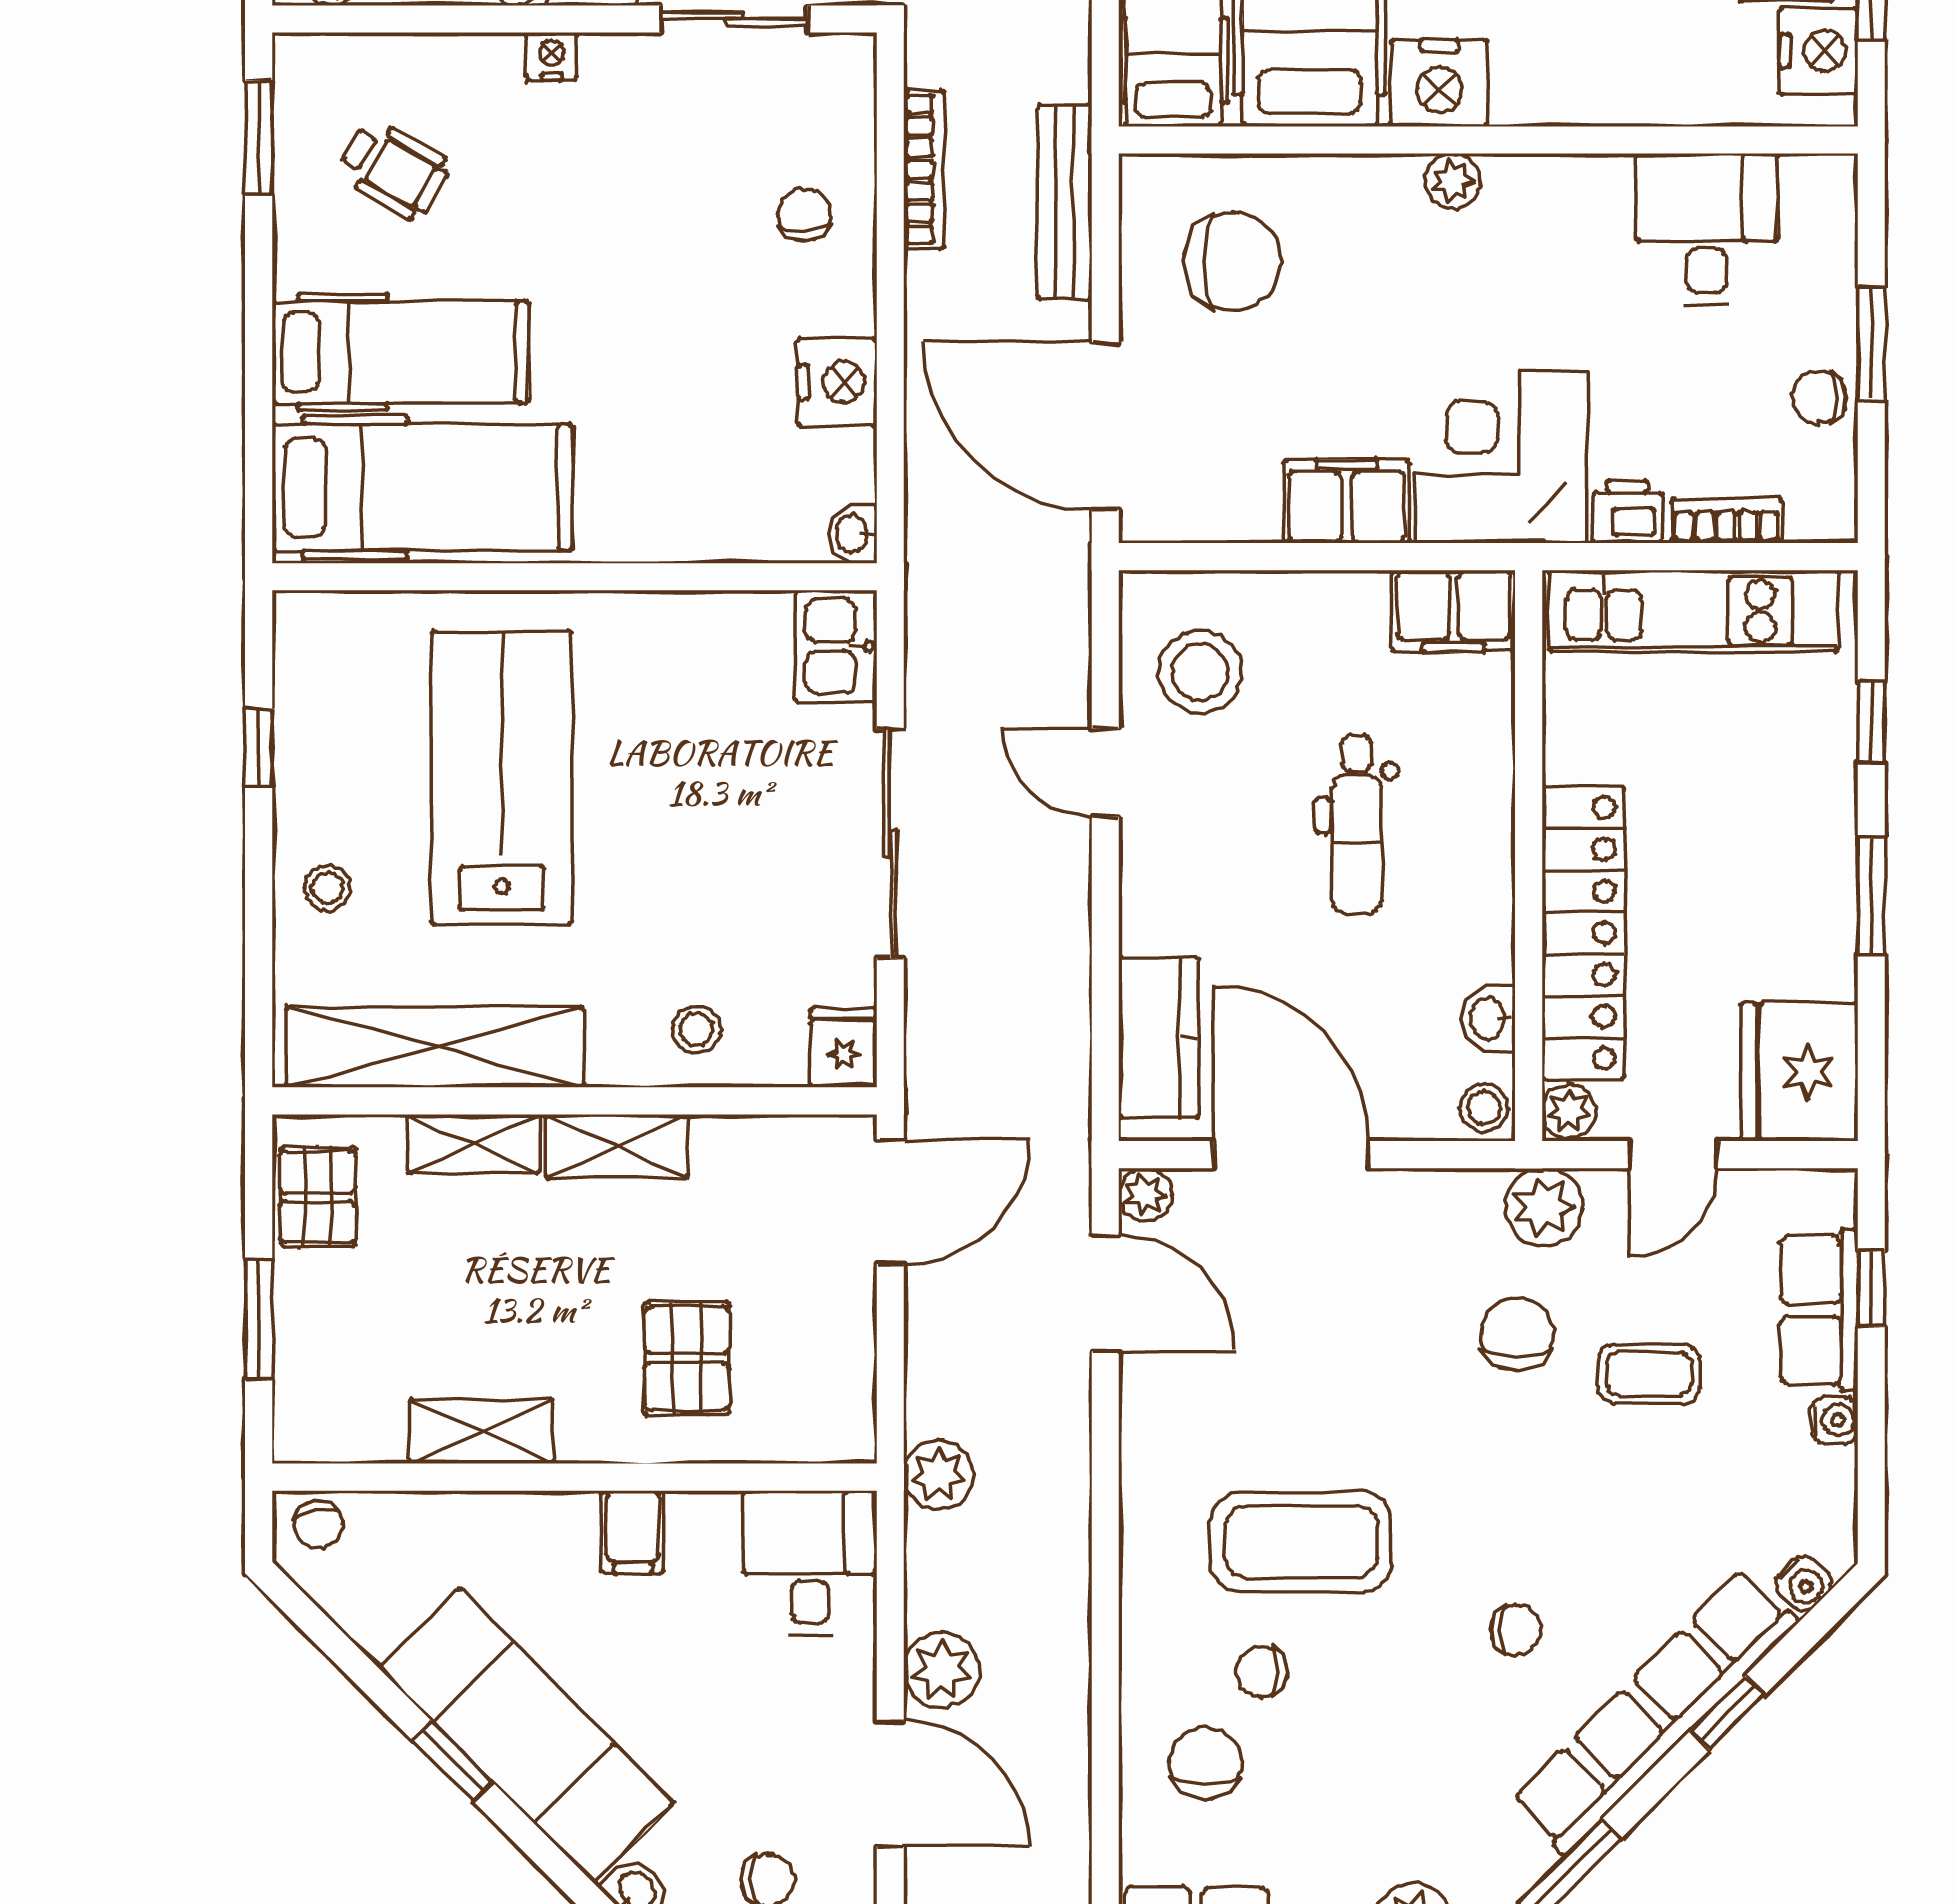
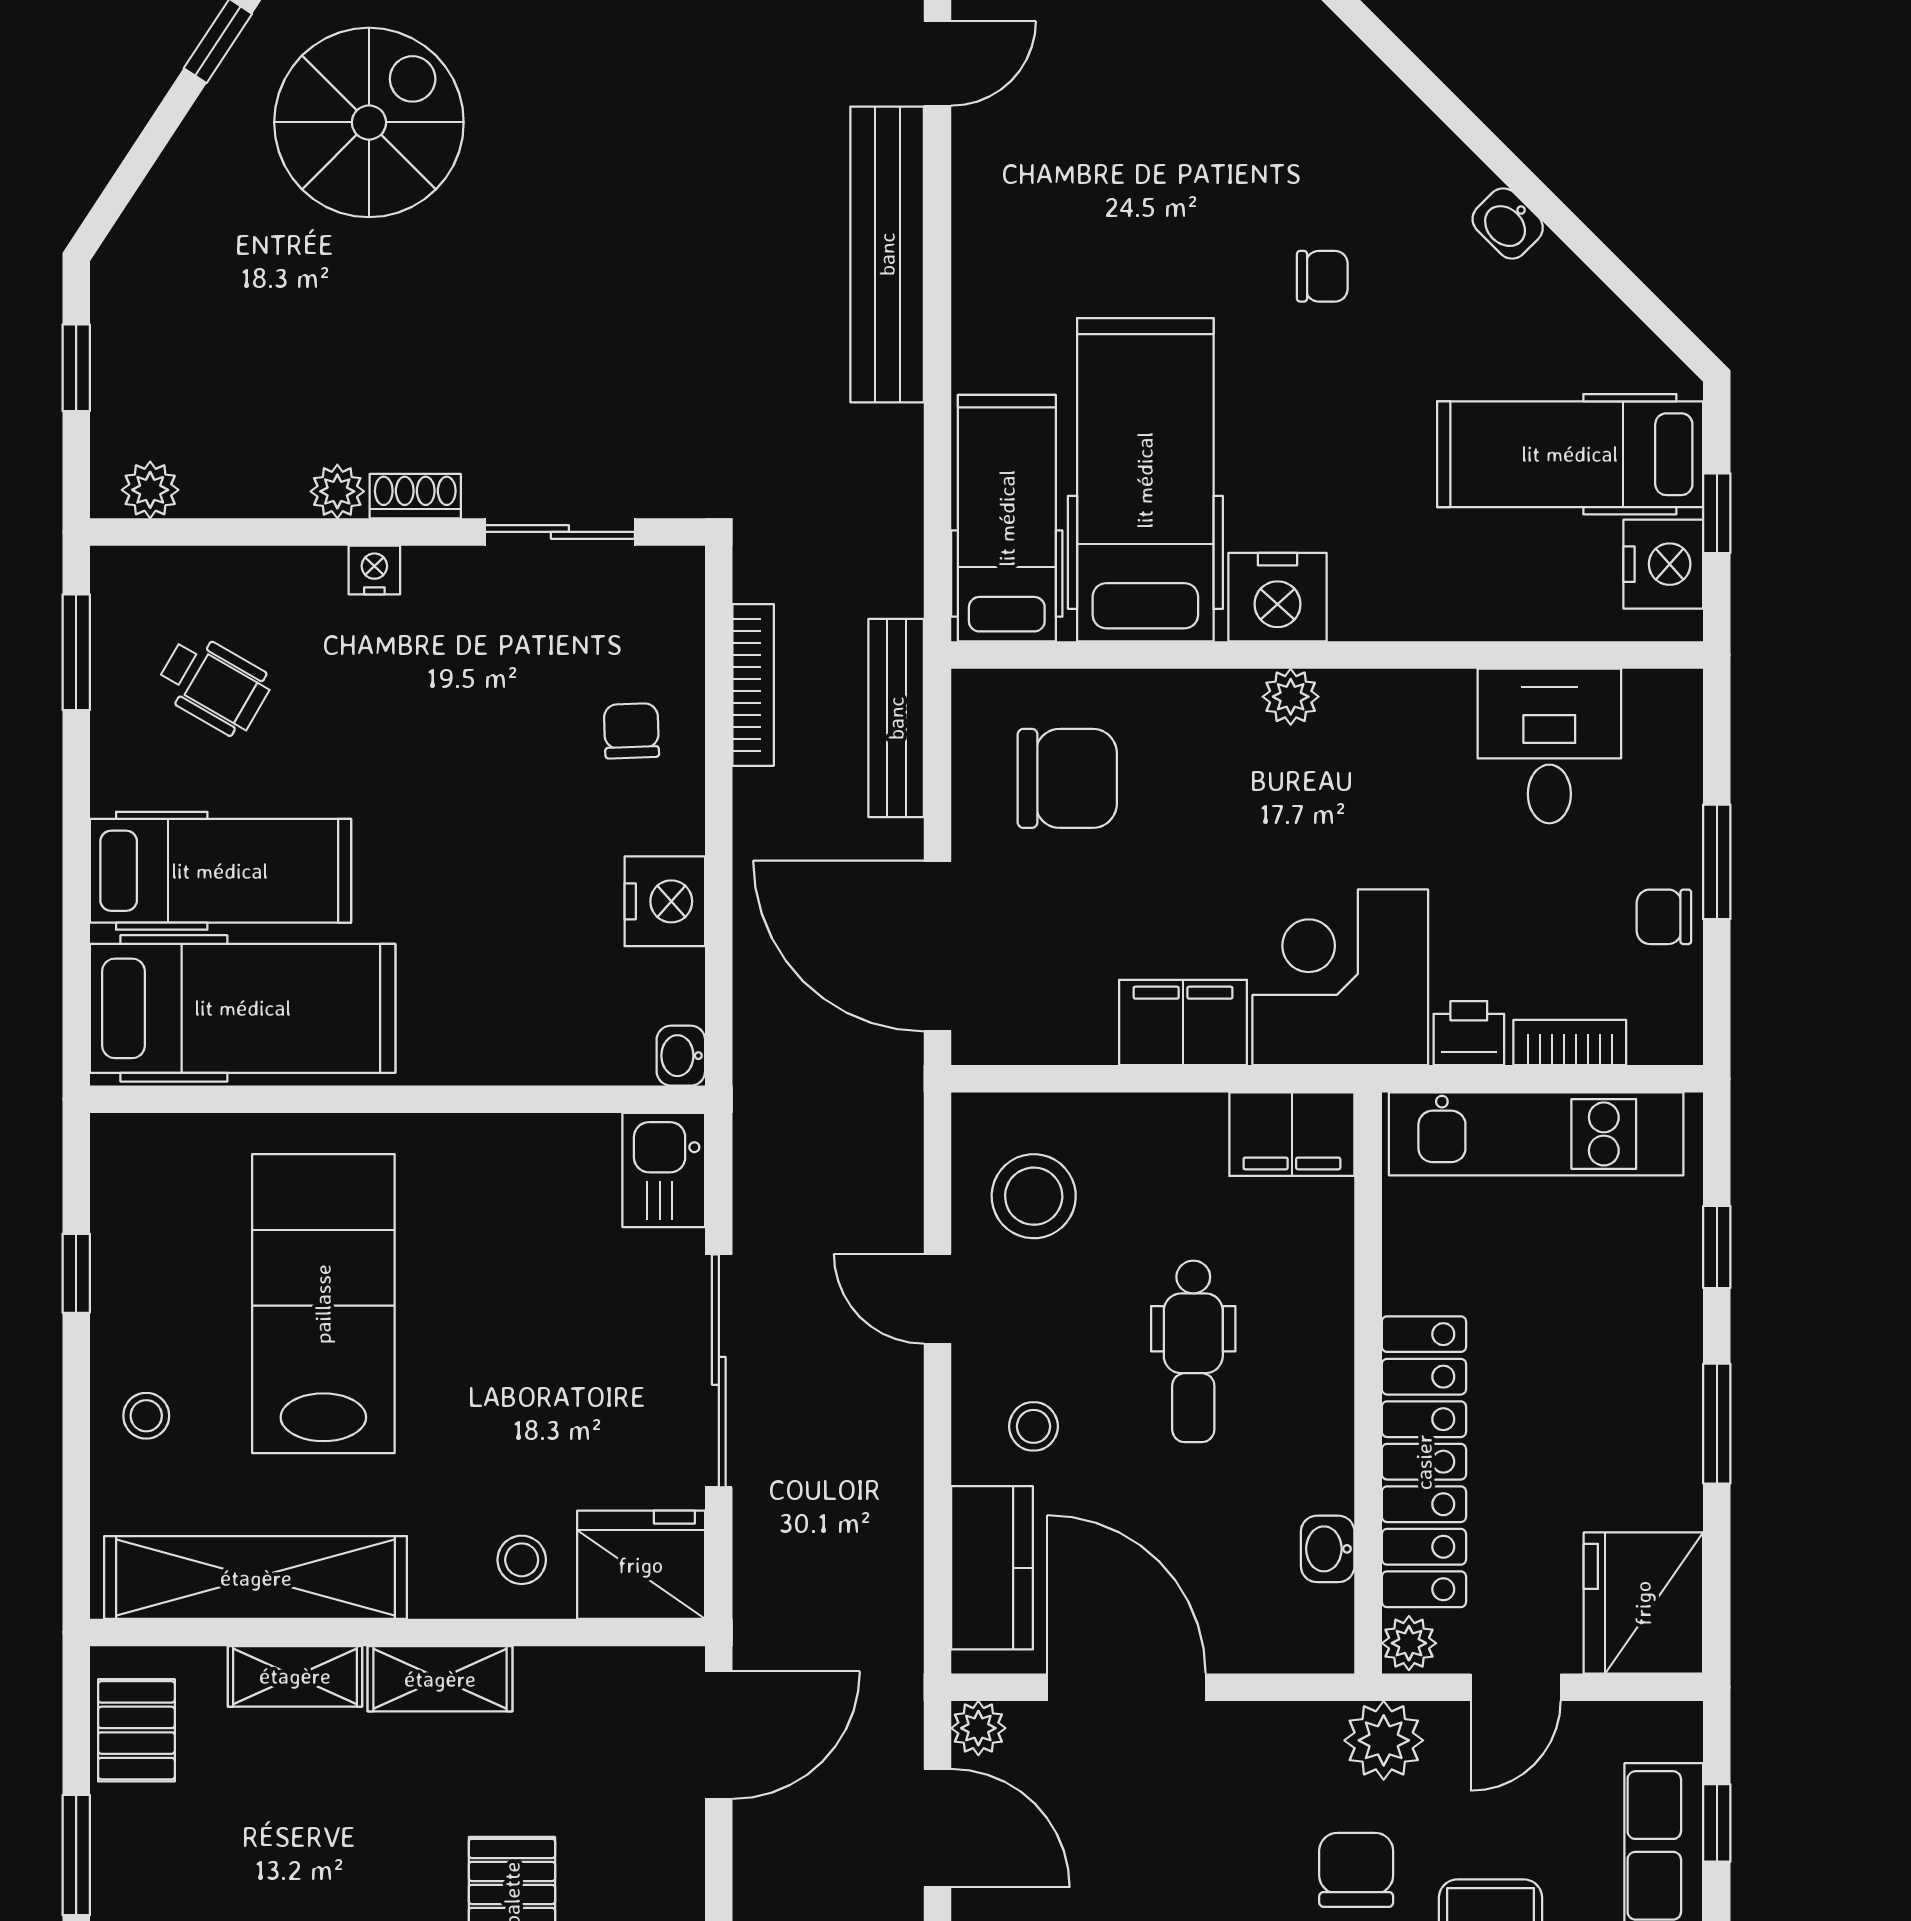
fridge: (843, 1048) -> (641, 1565), width x1.88, depth x1.34
stool: (1484, 1108) -> (1034, 1426), moved

